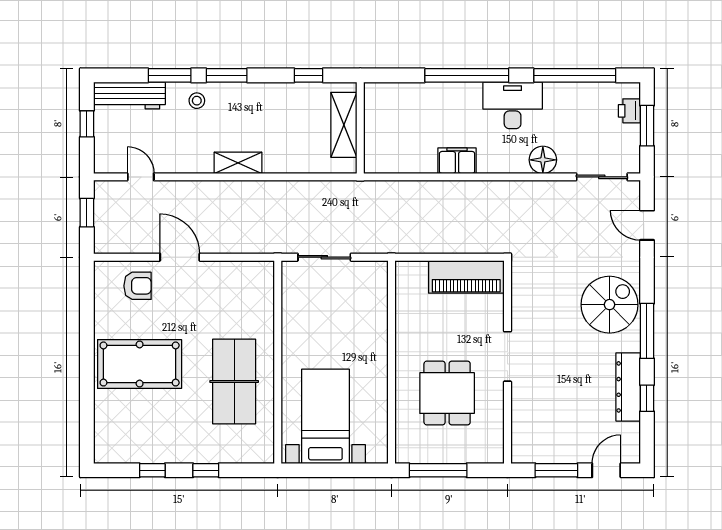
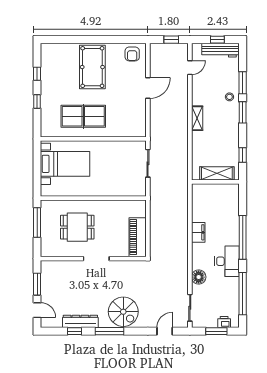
workbench: (129, 95) -> (221, 50), moved, turned -90
armchair: (138, 286) -> (132, 54), moved

